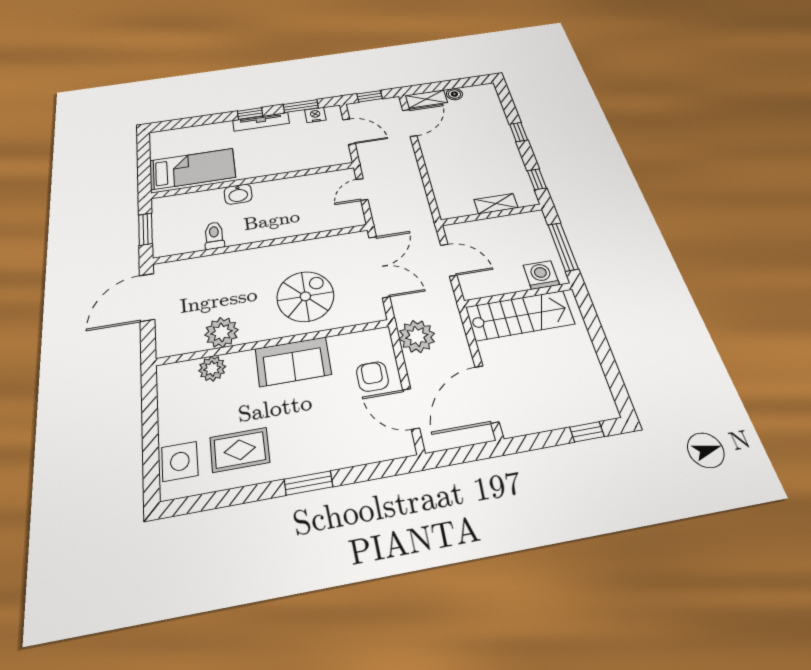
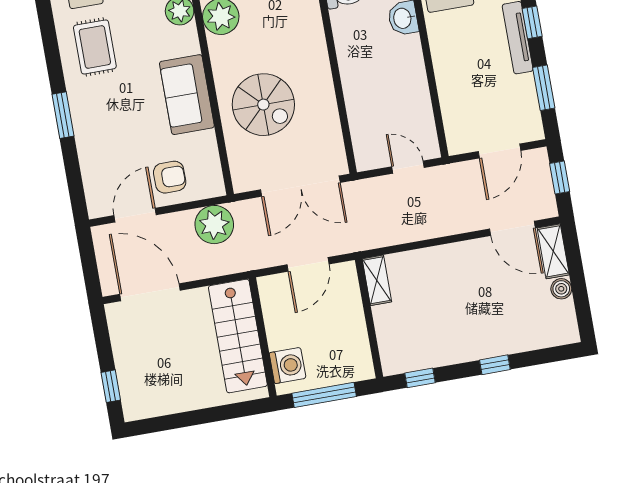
nightstand: (315, 115) -> (528, 107), removed
shelving: (496, 204) -> (377, 280), moved

